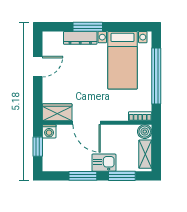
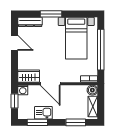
dresser: (80, 38) -> (30, 22), moved
door: (38, 67) -> (15, 43), hinge flipped
kitchen sink: (104, 163) -> (43, 113), moved
window: (83, 176) -> (37, 122), moved

